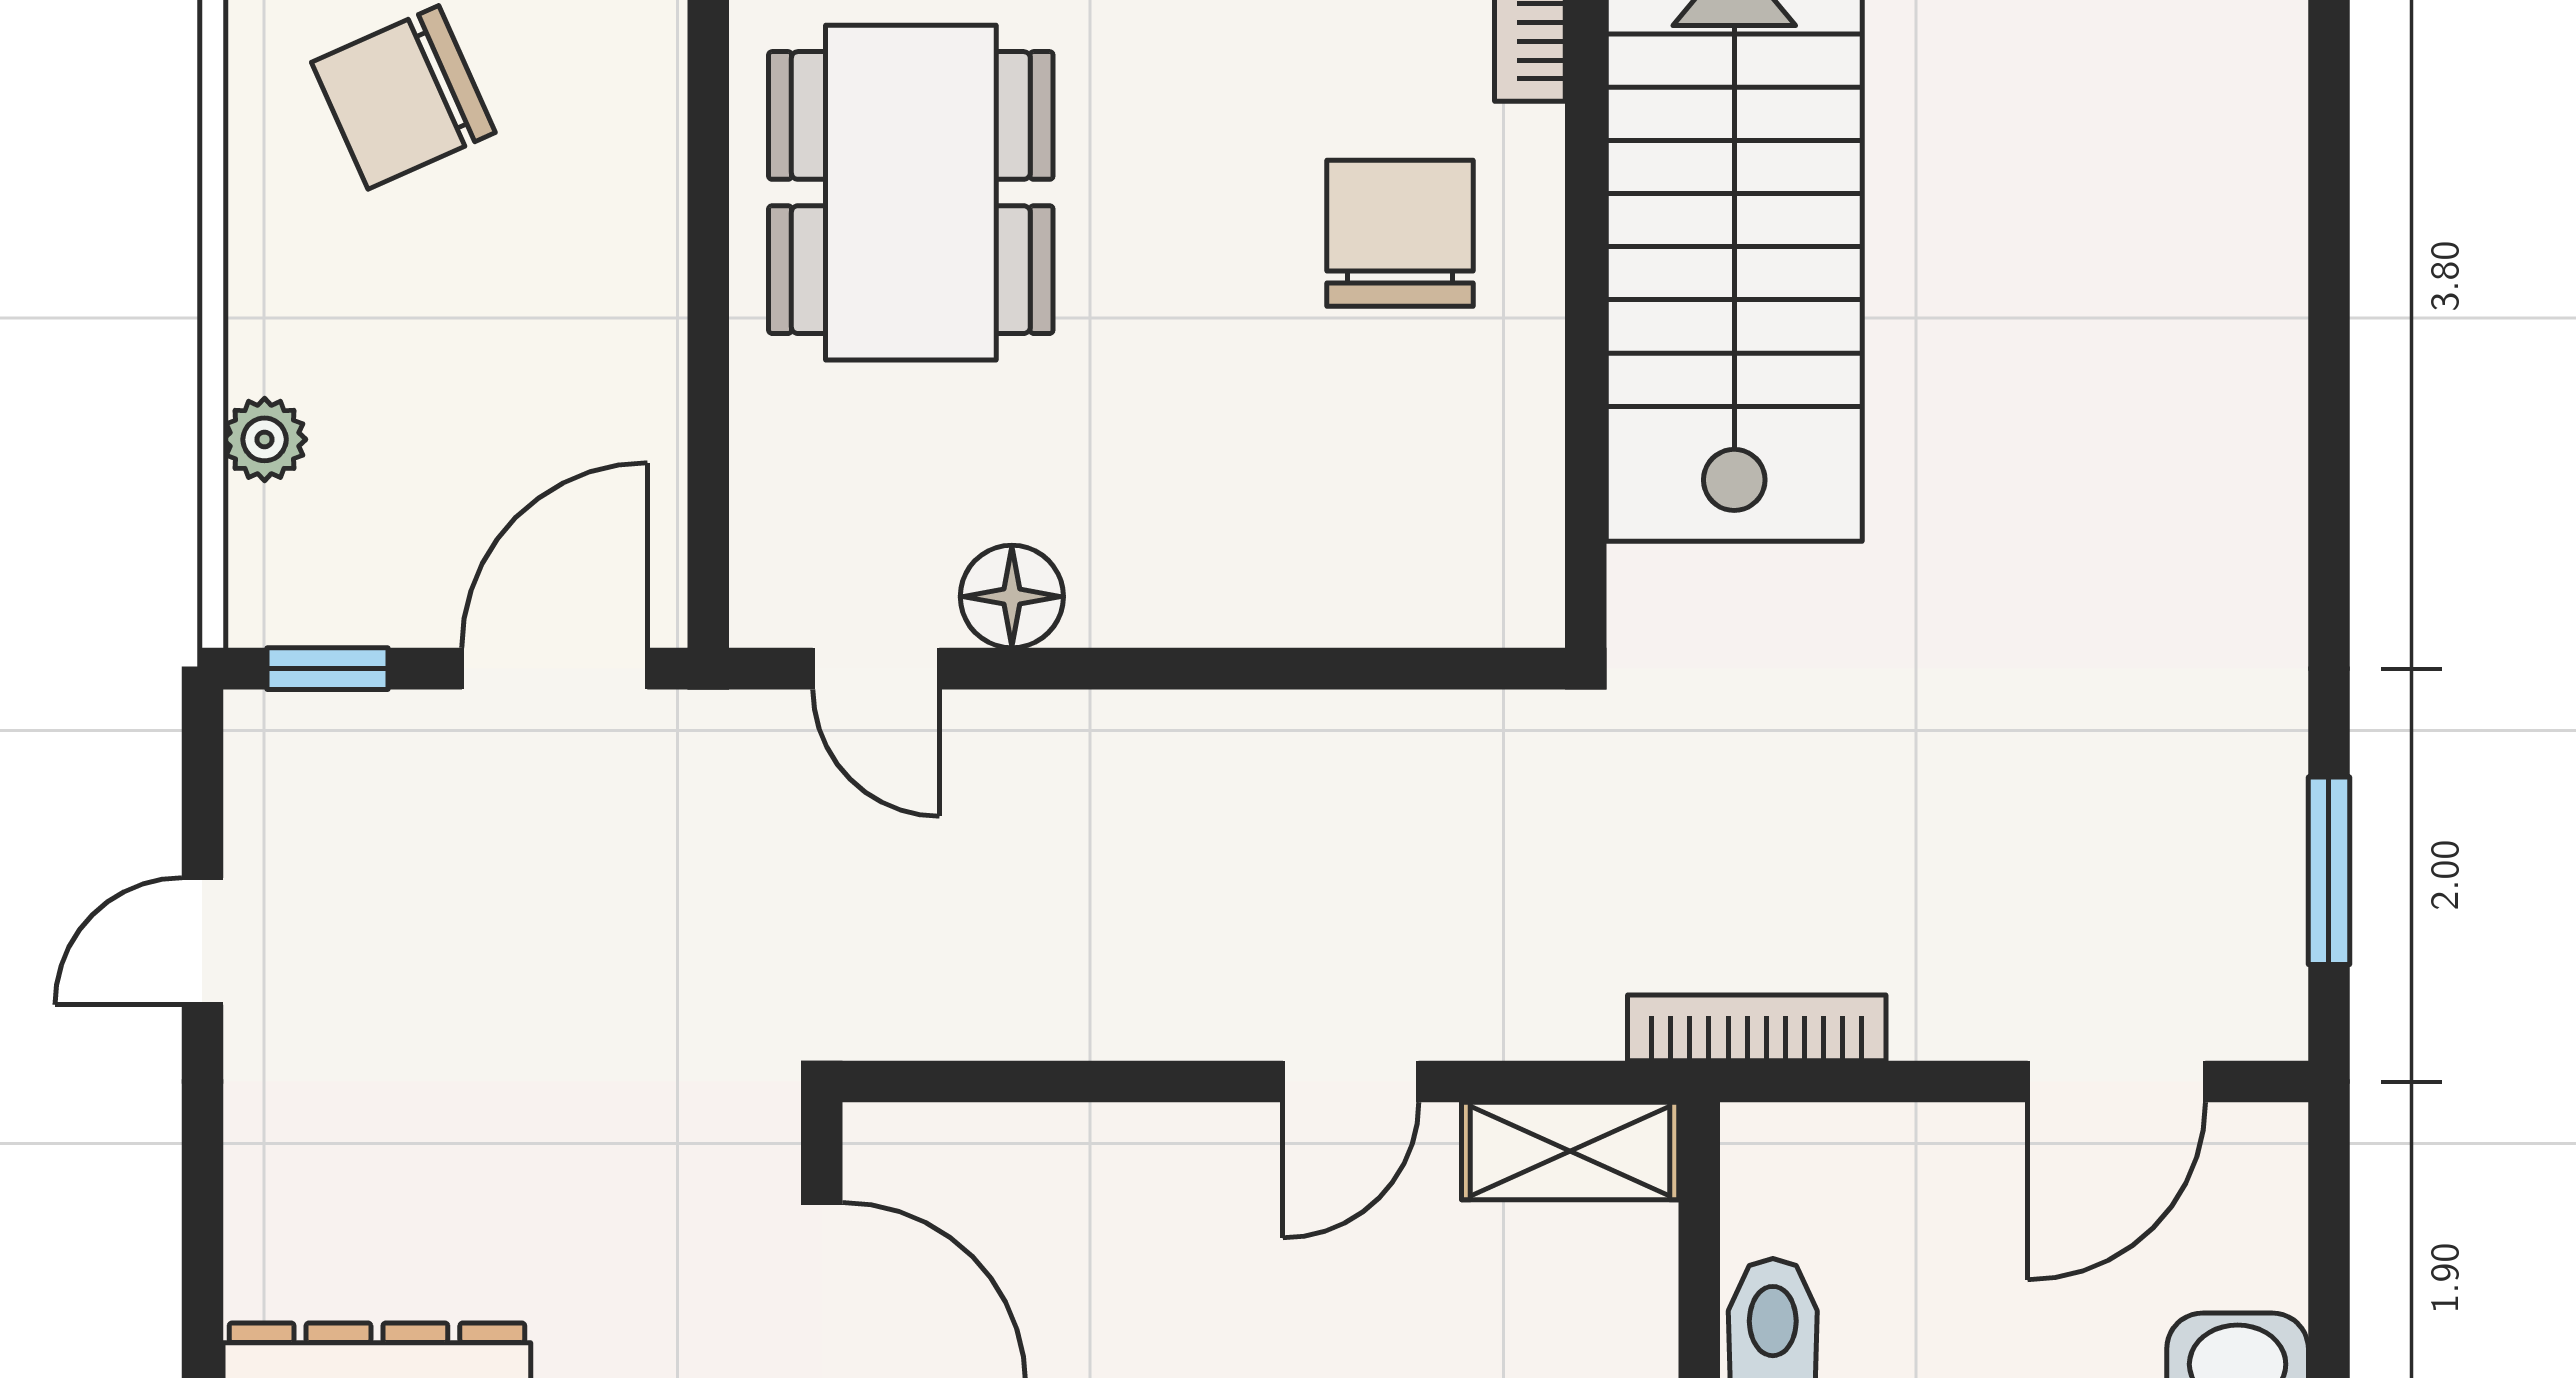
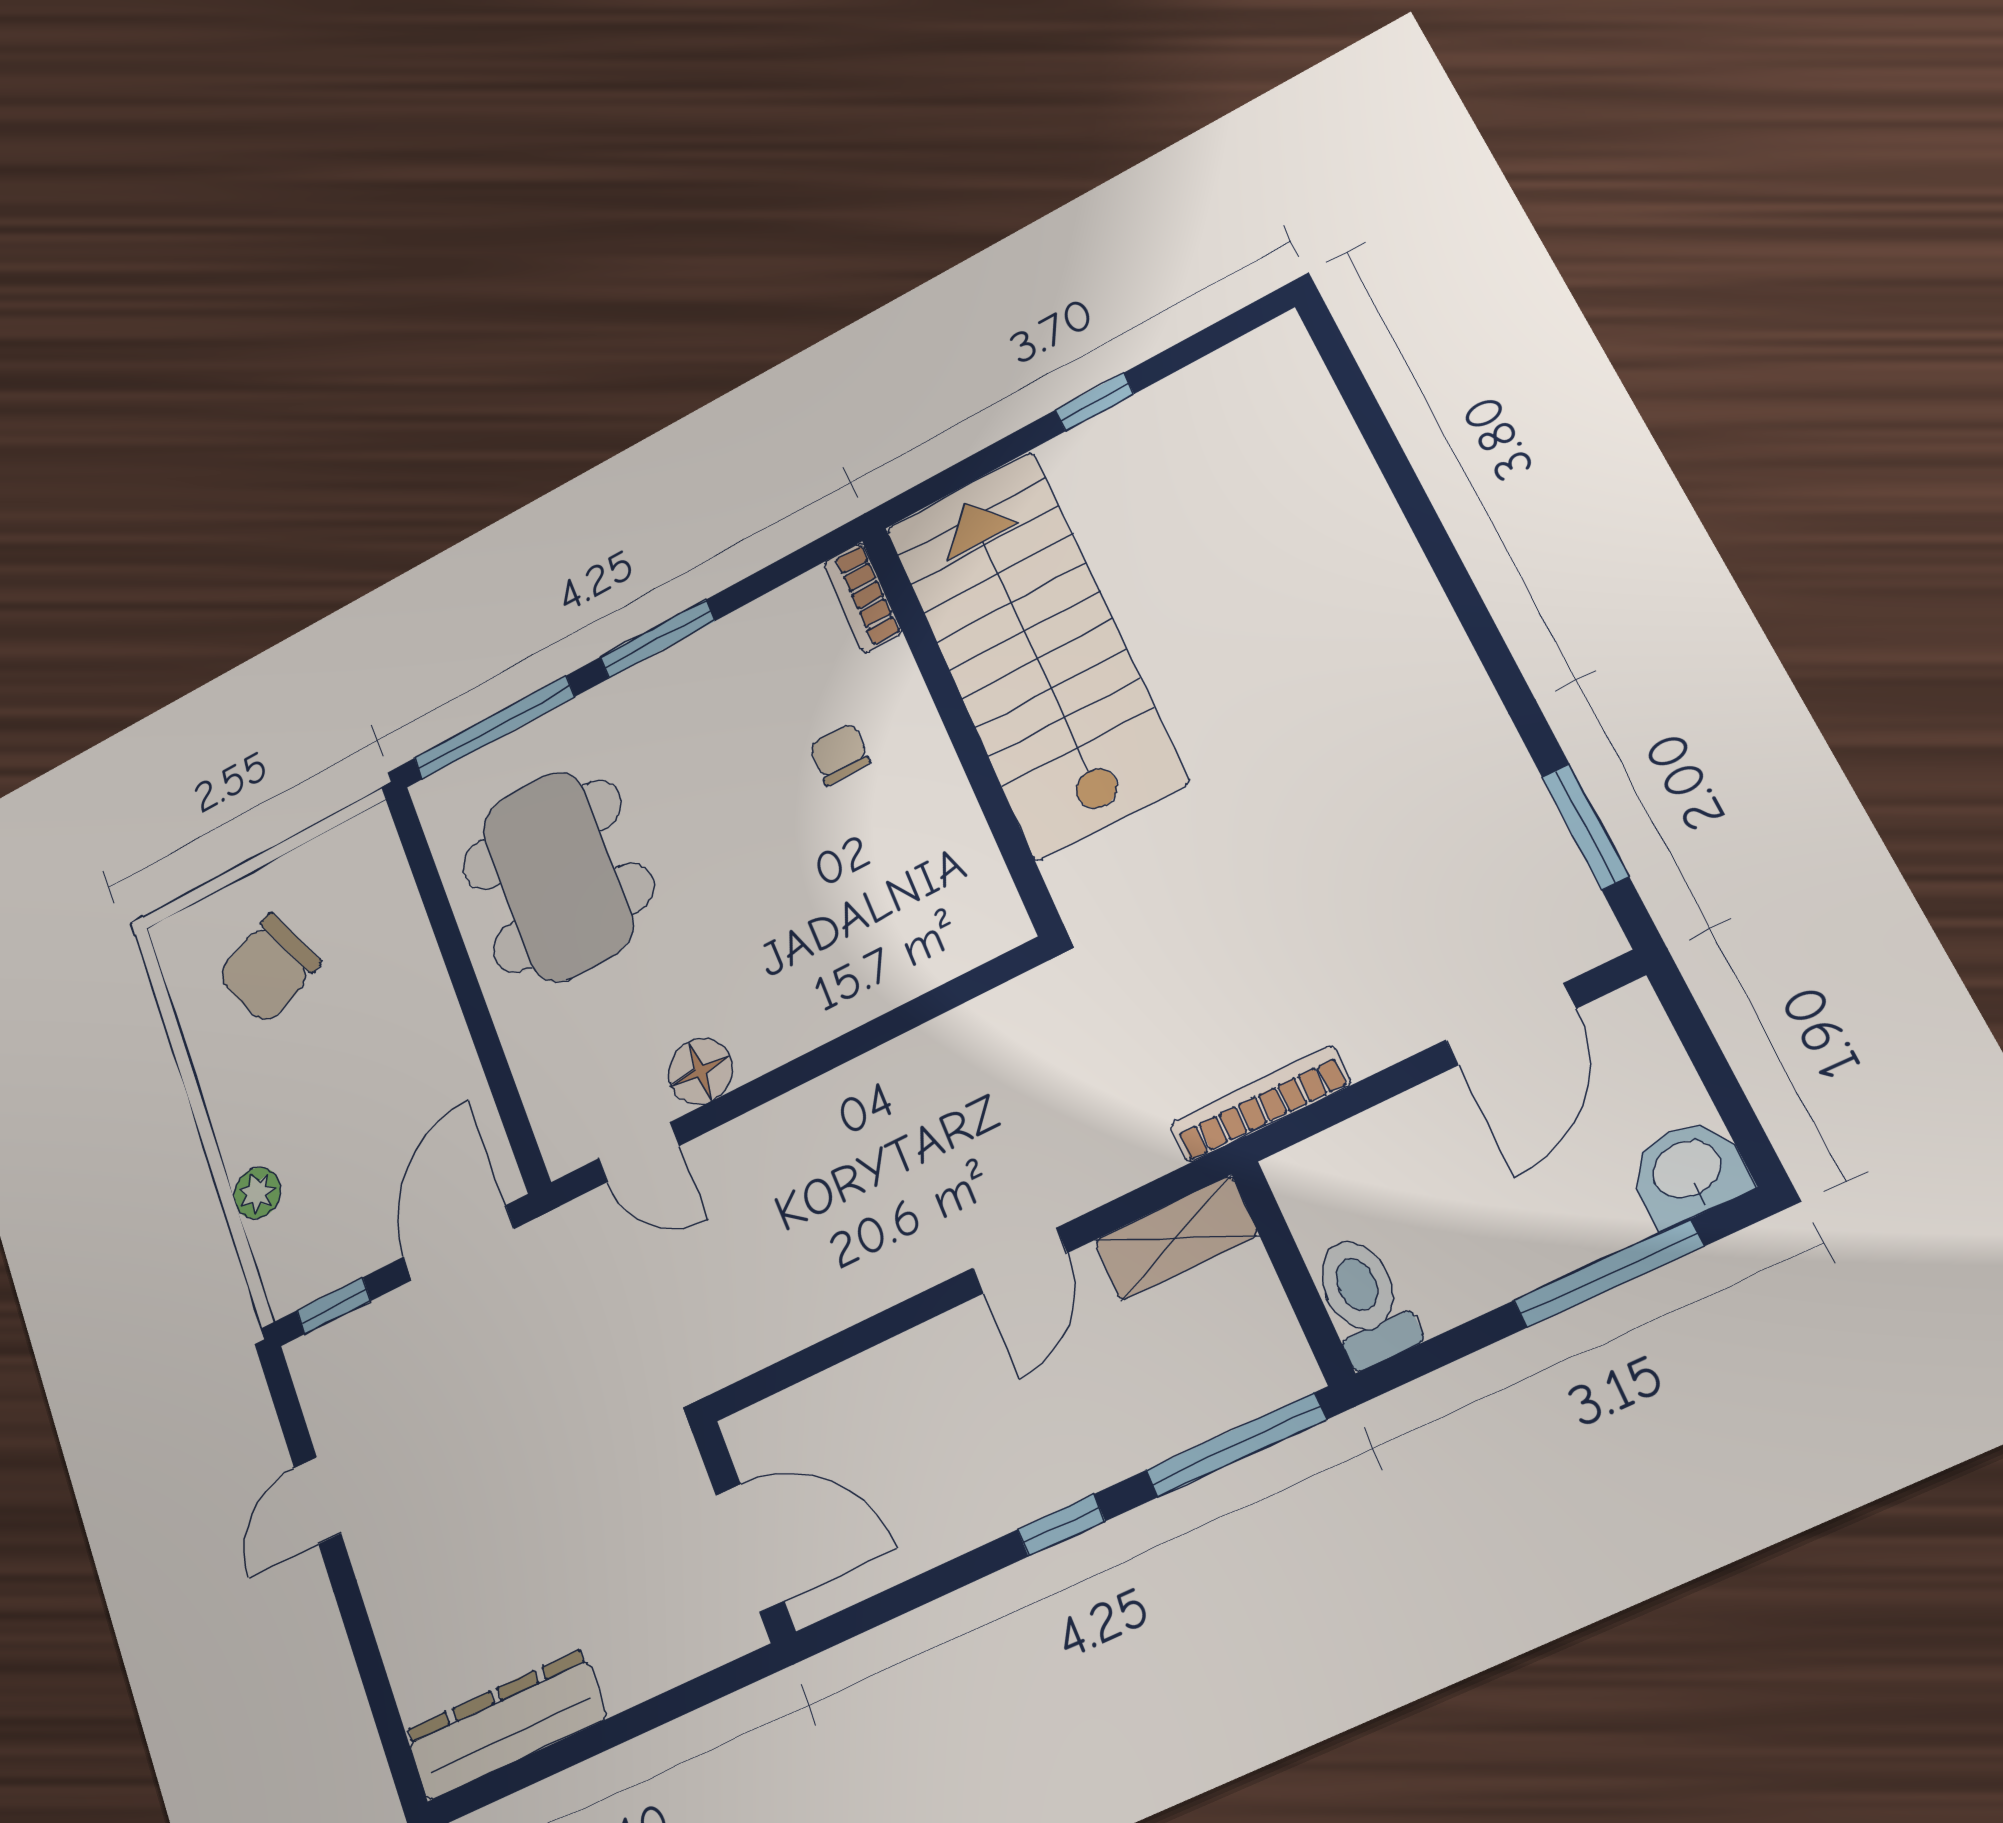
chair: (1400, 233) -> (840, 754), width x0.54, depth x0.54

